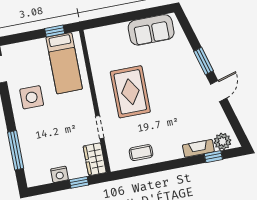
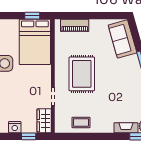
sofa: (151, 30) -> (123, 39), moved, turned 74
piano: (110, 33) -> (75, 25), added
bed: (64, 63) -> (35, 42), width x1.50

